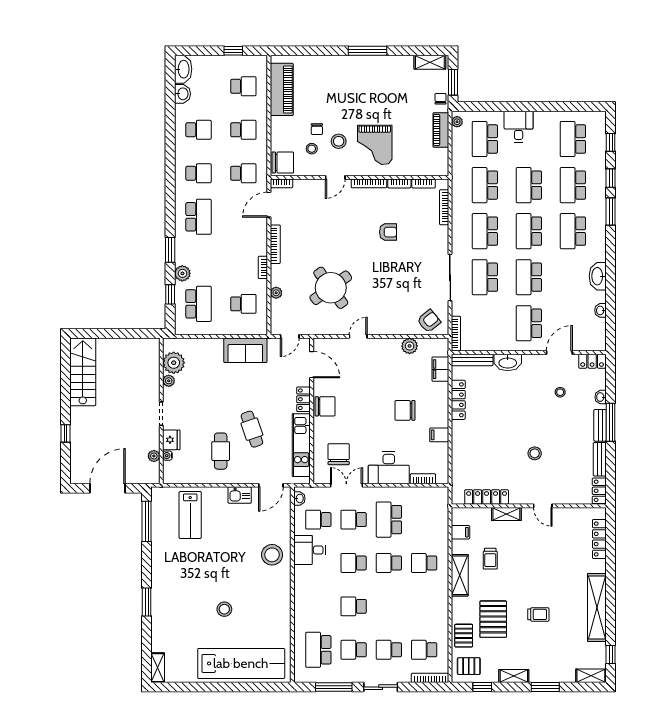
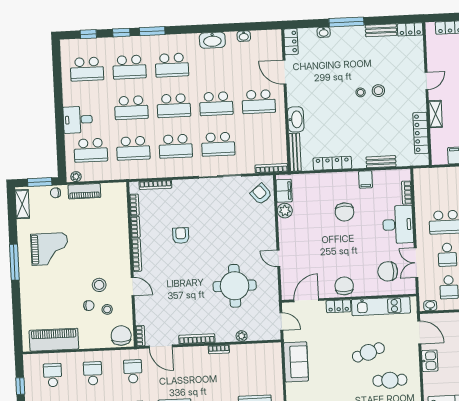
grand piano: (375, 145) -> (50, 249), moved
round table: (331, 288) -> (235, 286), turned 36
school desk: (243, 304) -> (253, 366), removed
filing cabinet: (440, 369) -> (284, 191), moved, turned -90
stool: (560, 392) -> (361, 92), moved
bench: (600, 425) -> (381, 162), moved

